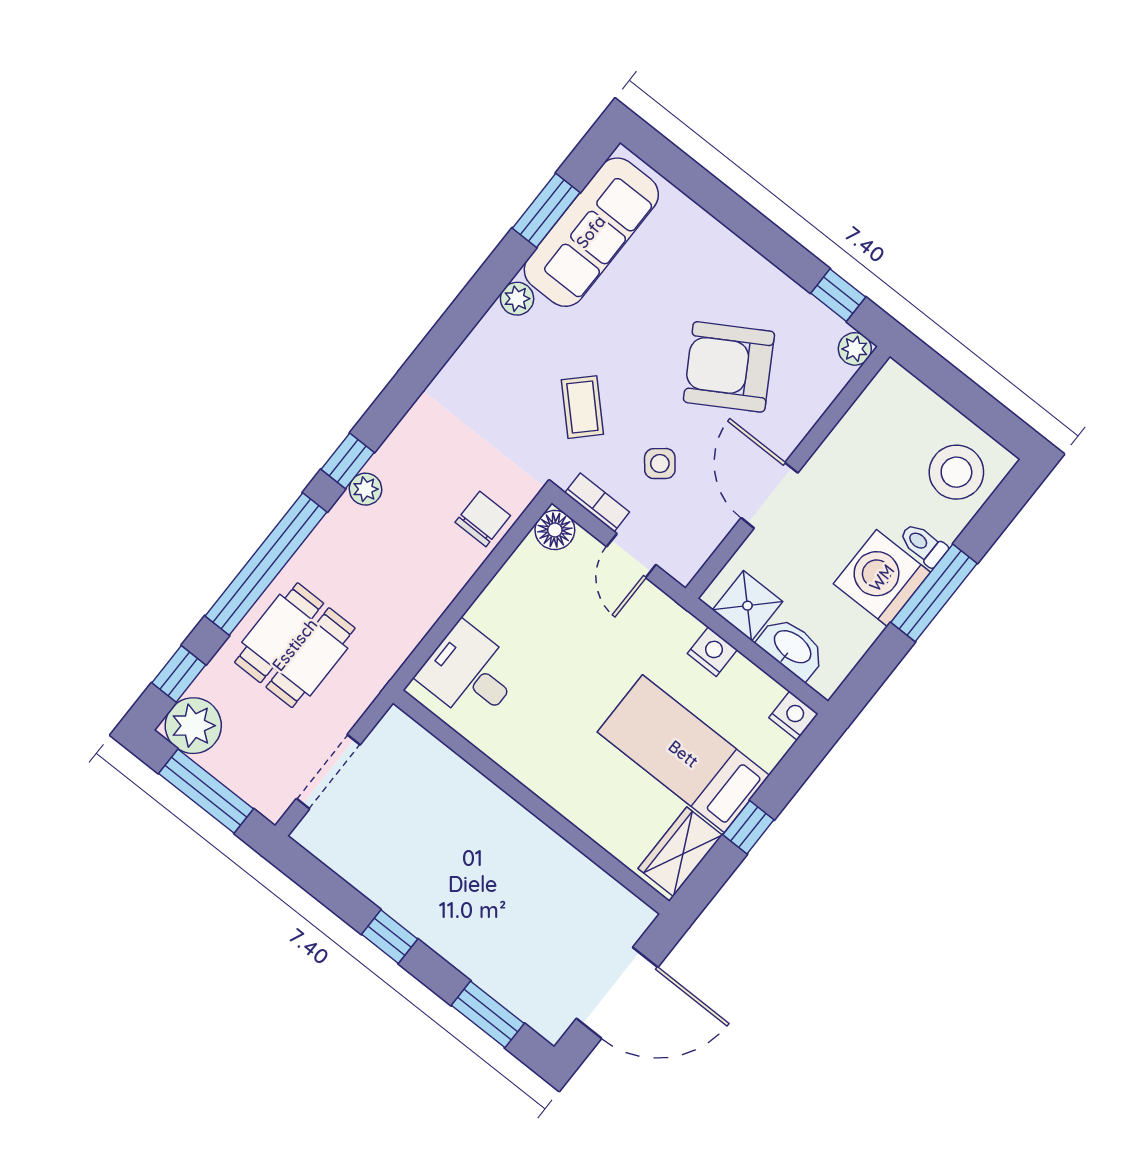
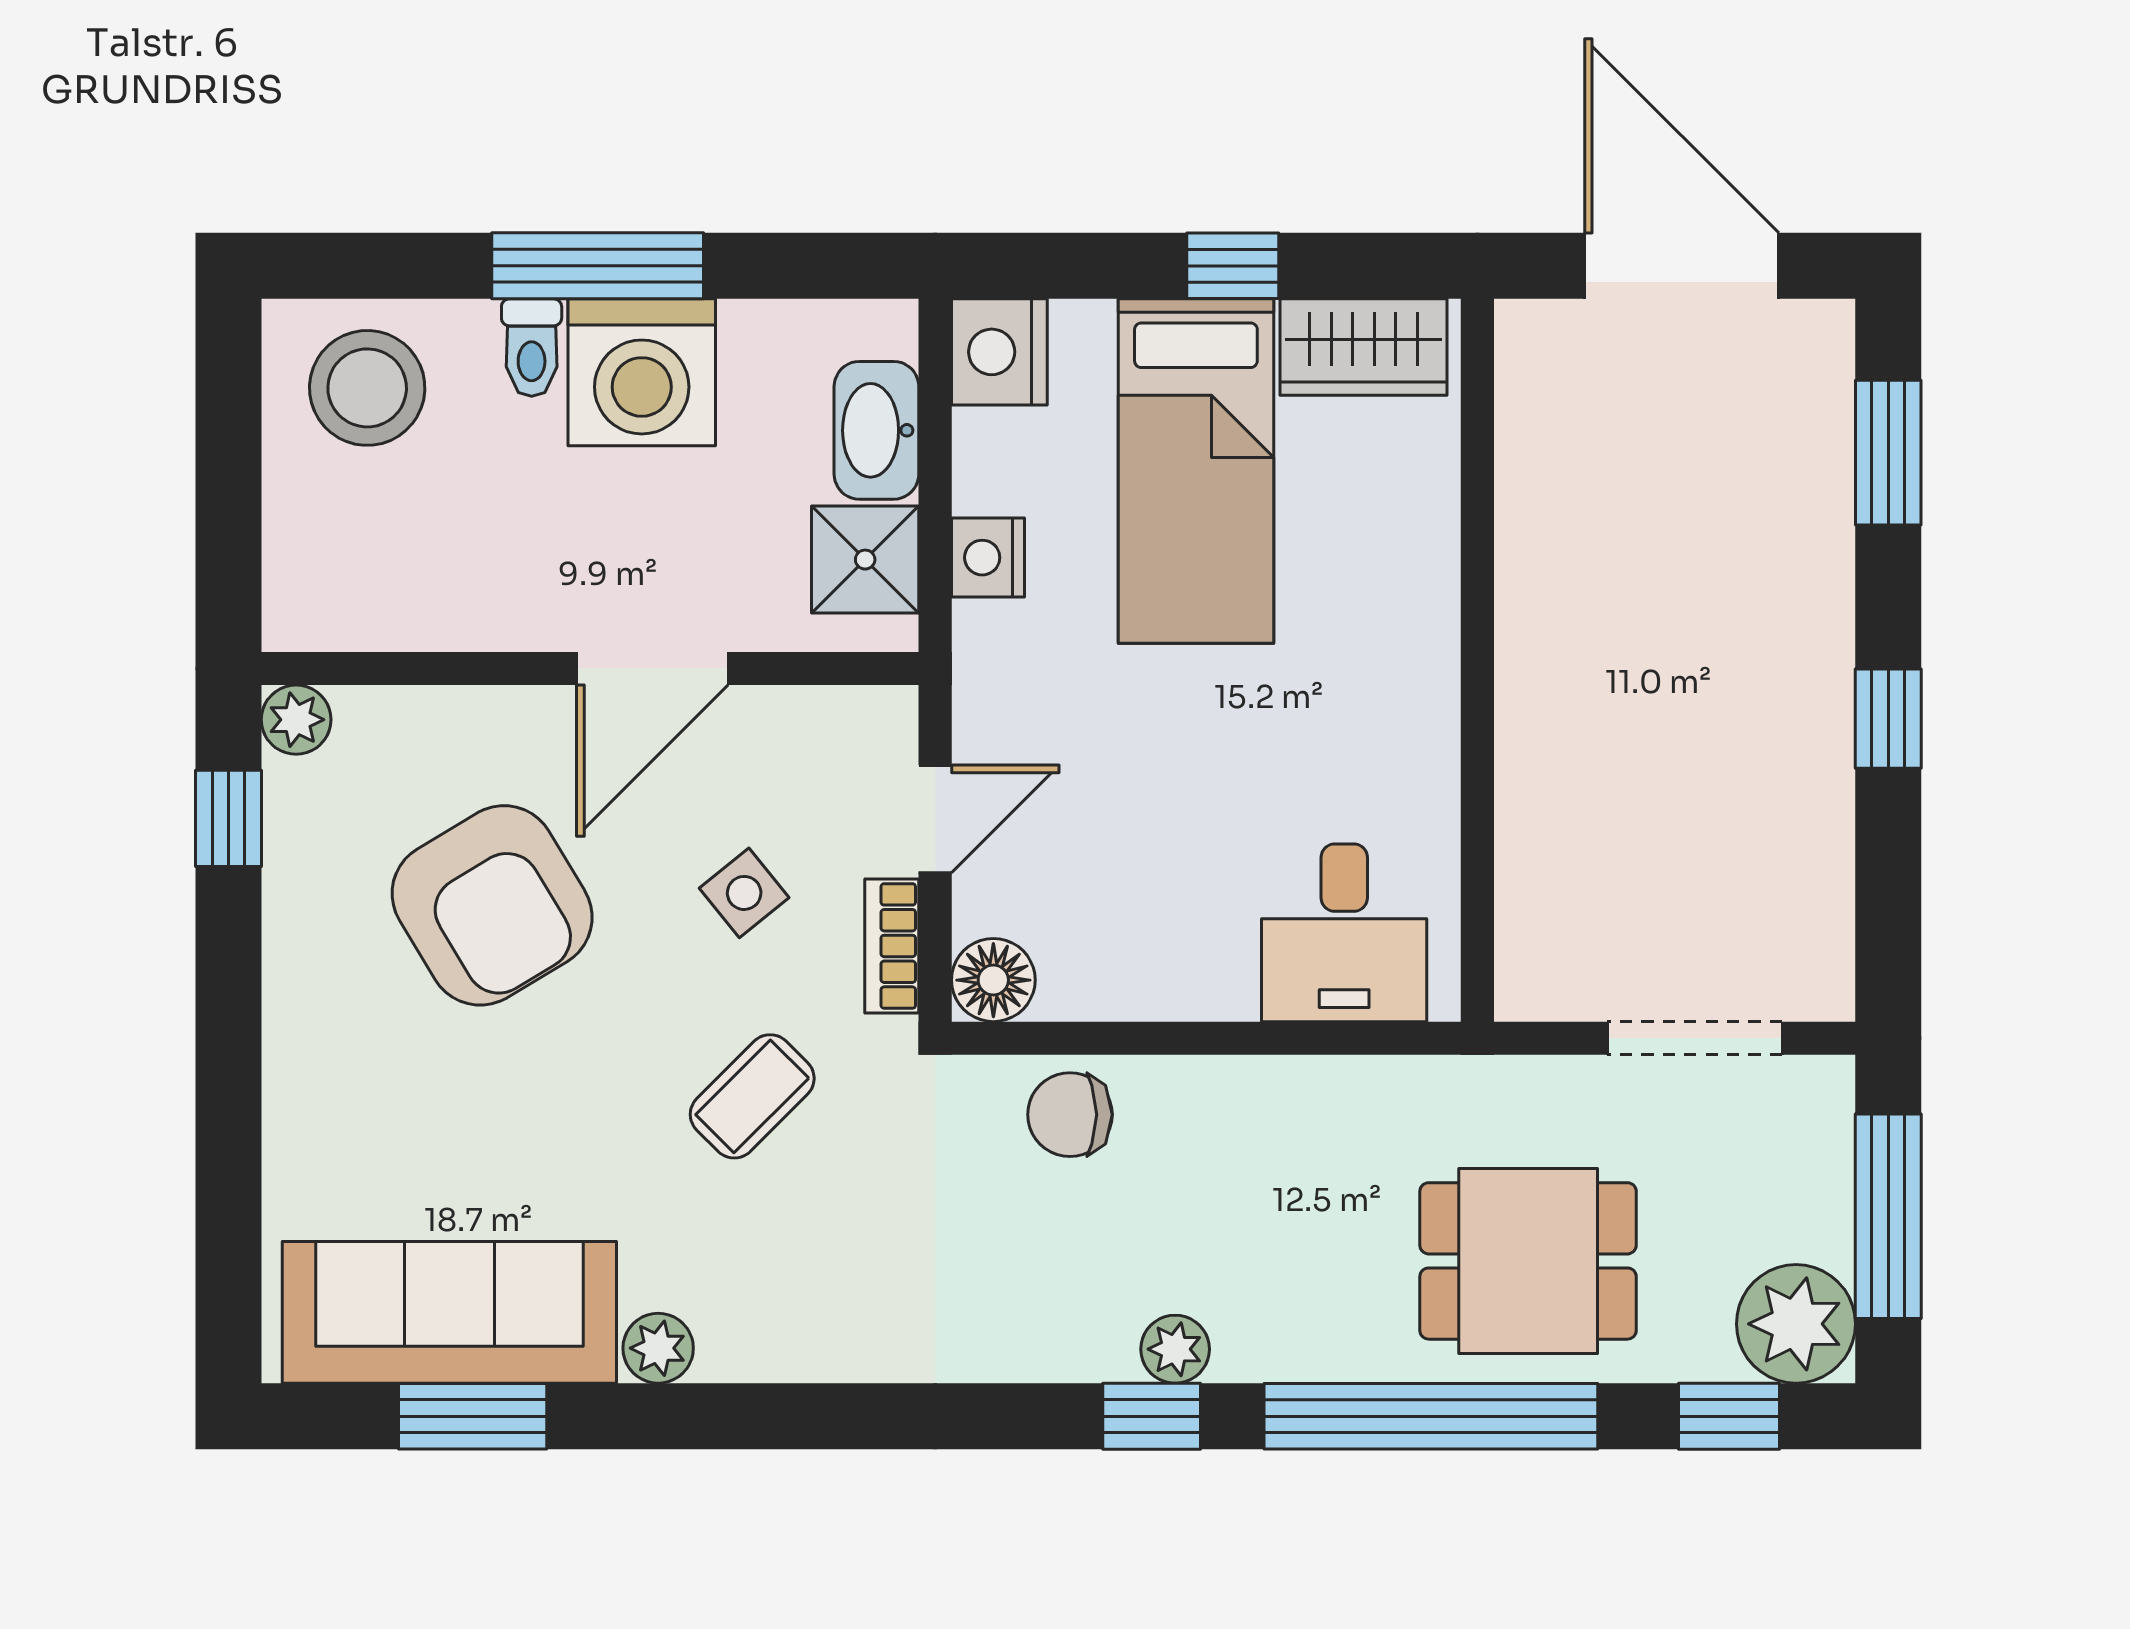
nightstand: (793, 716) -> (999, 352), width x1.36, depth x1.33

